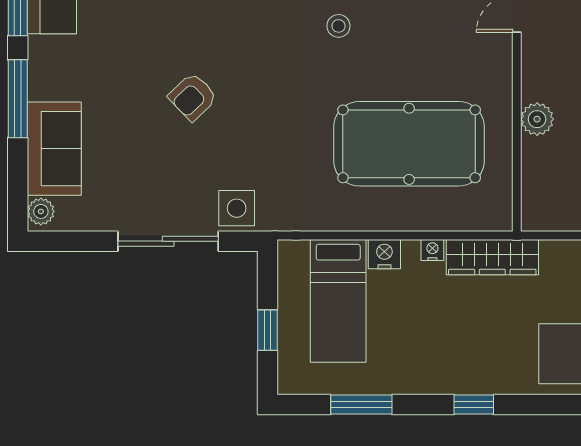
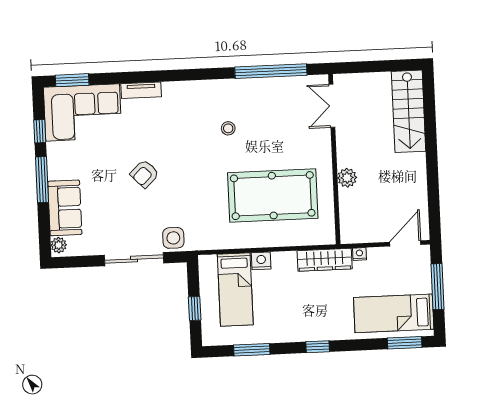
nightstand: (432, 250) -> (359, 254), moved

